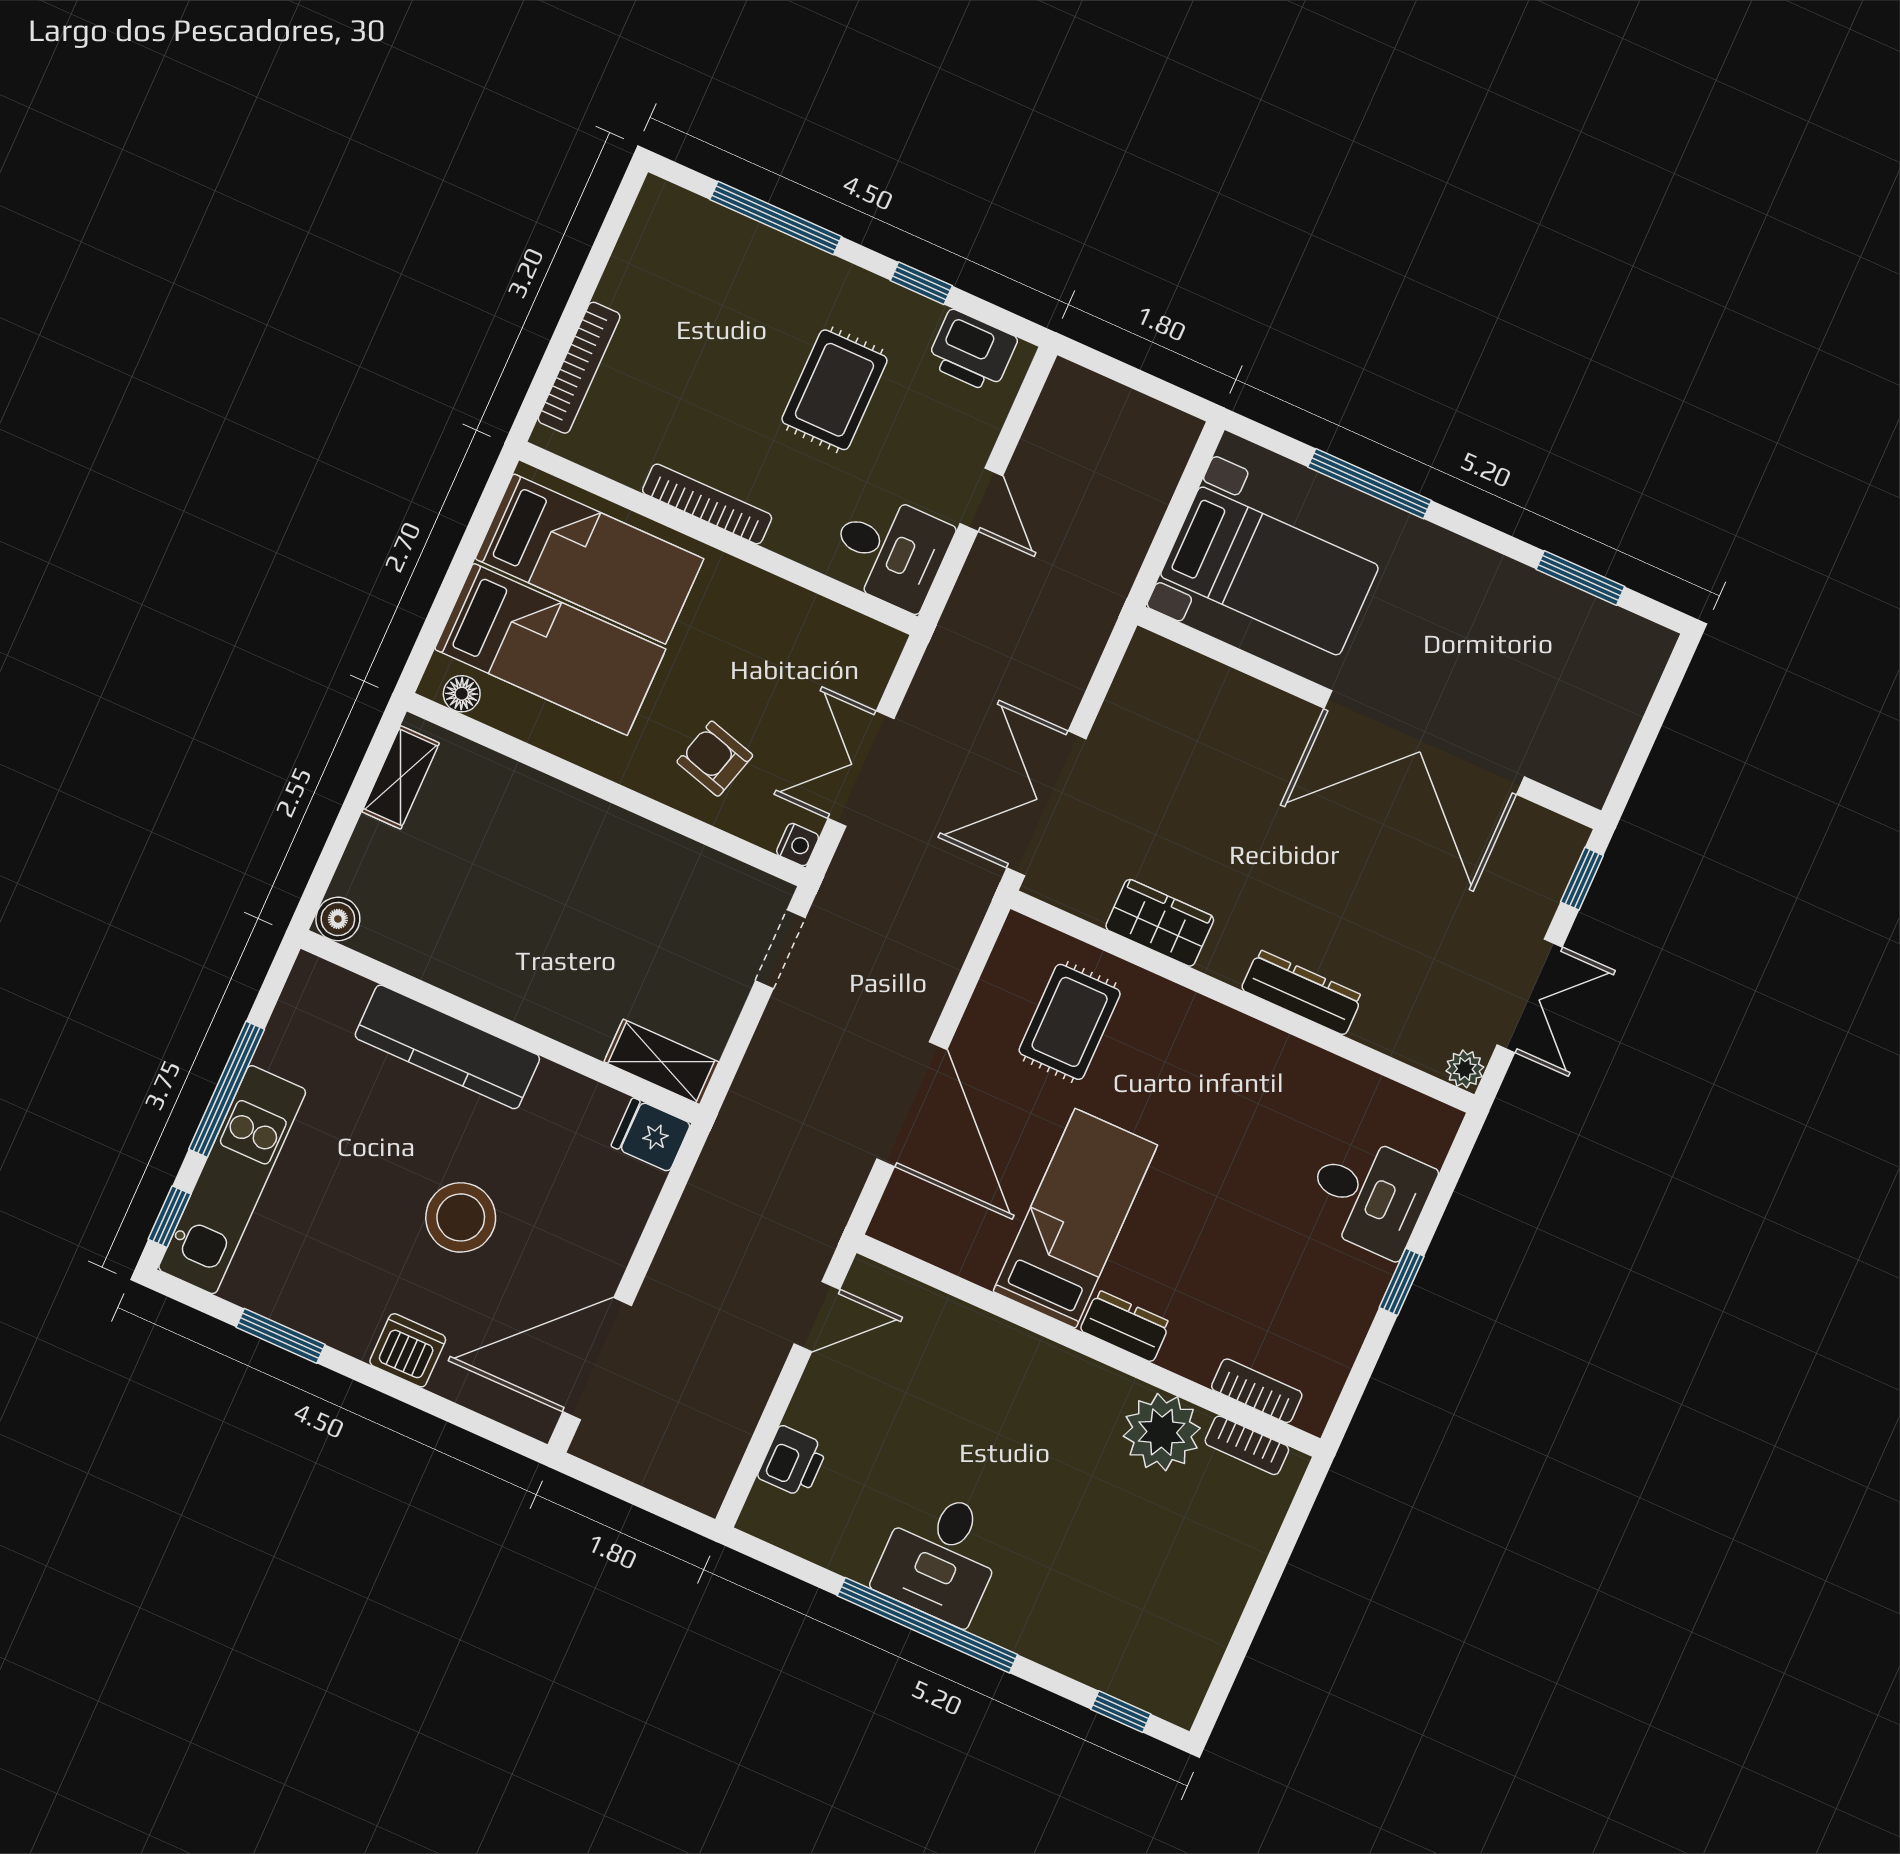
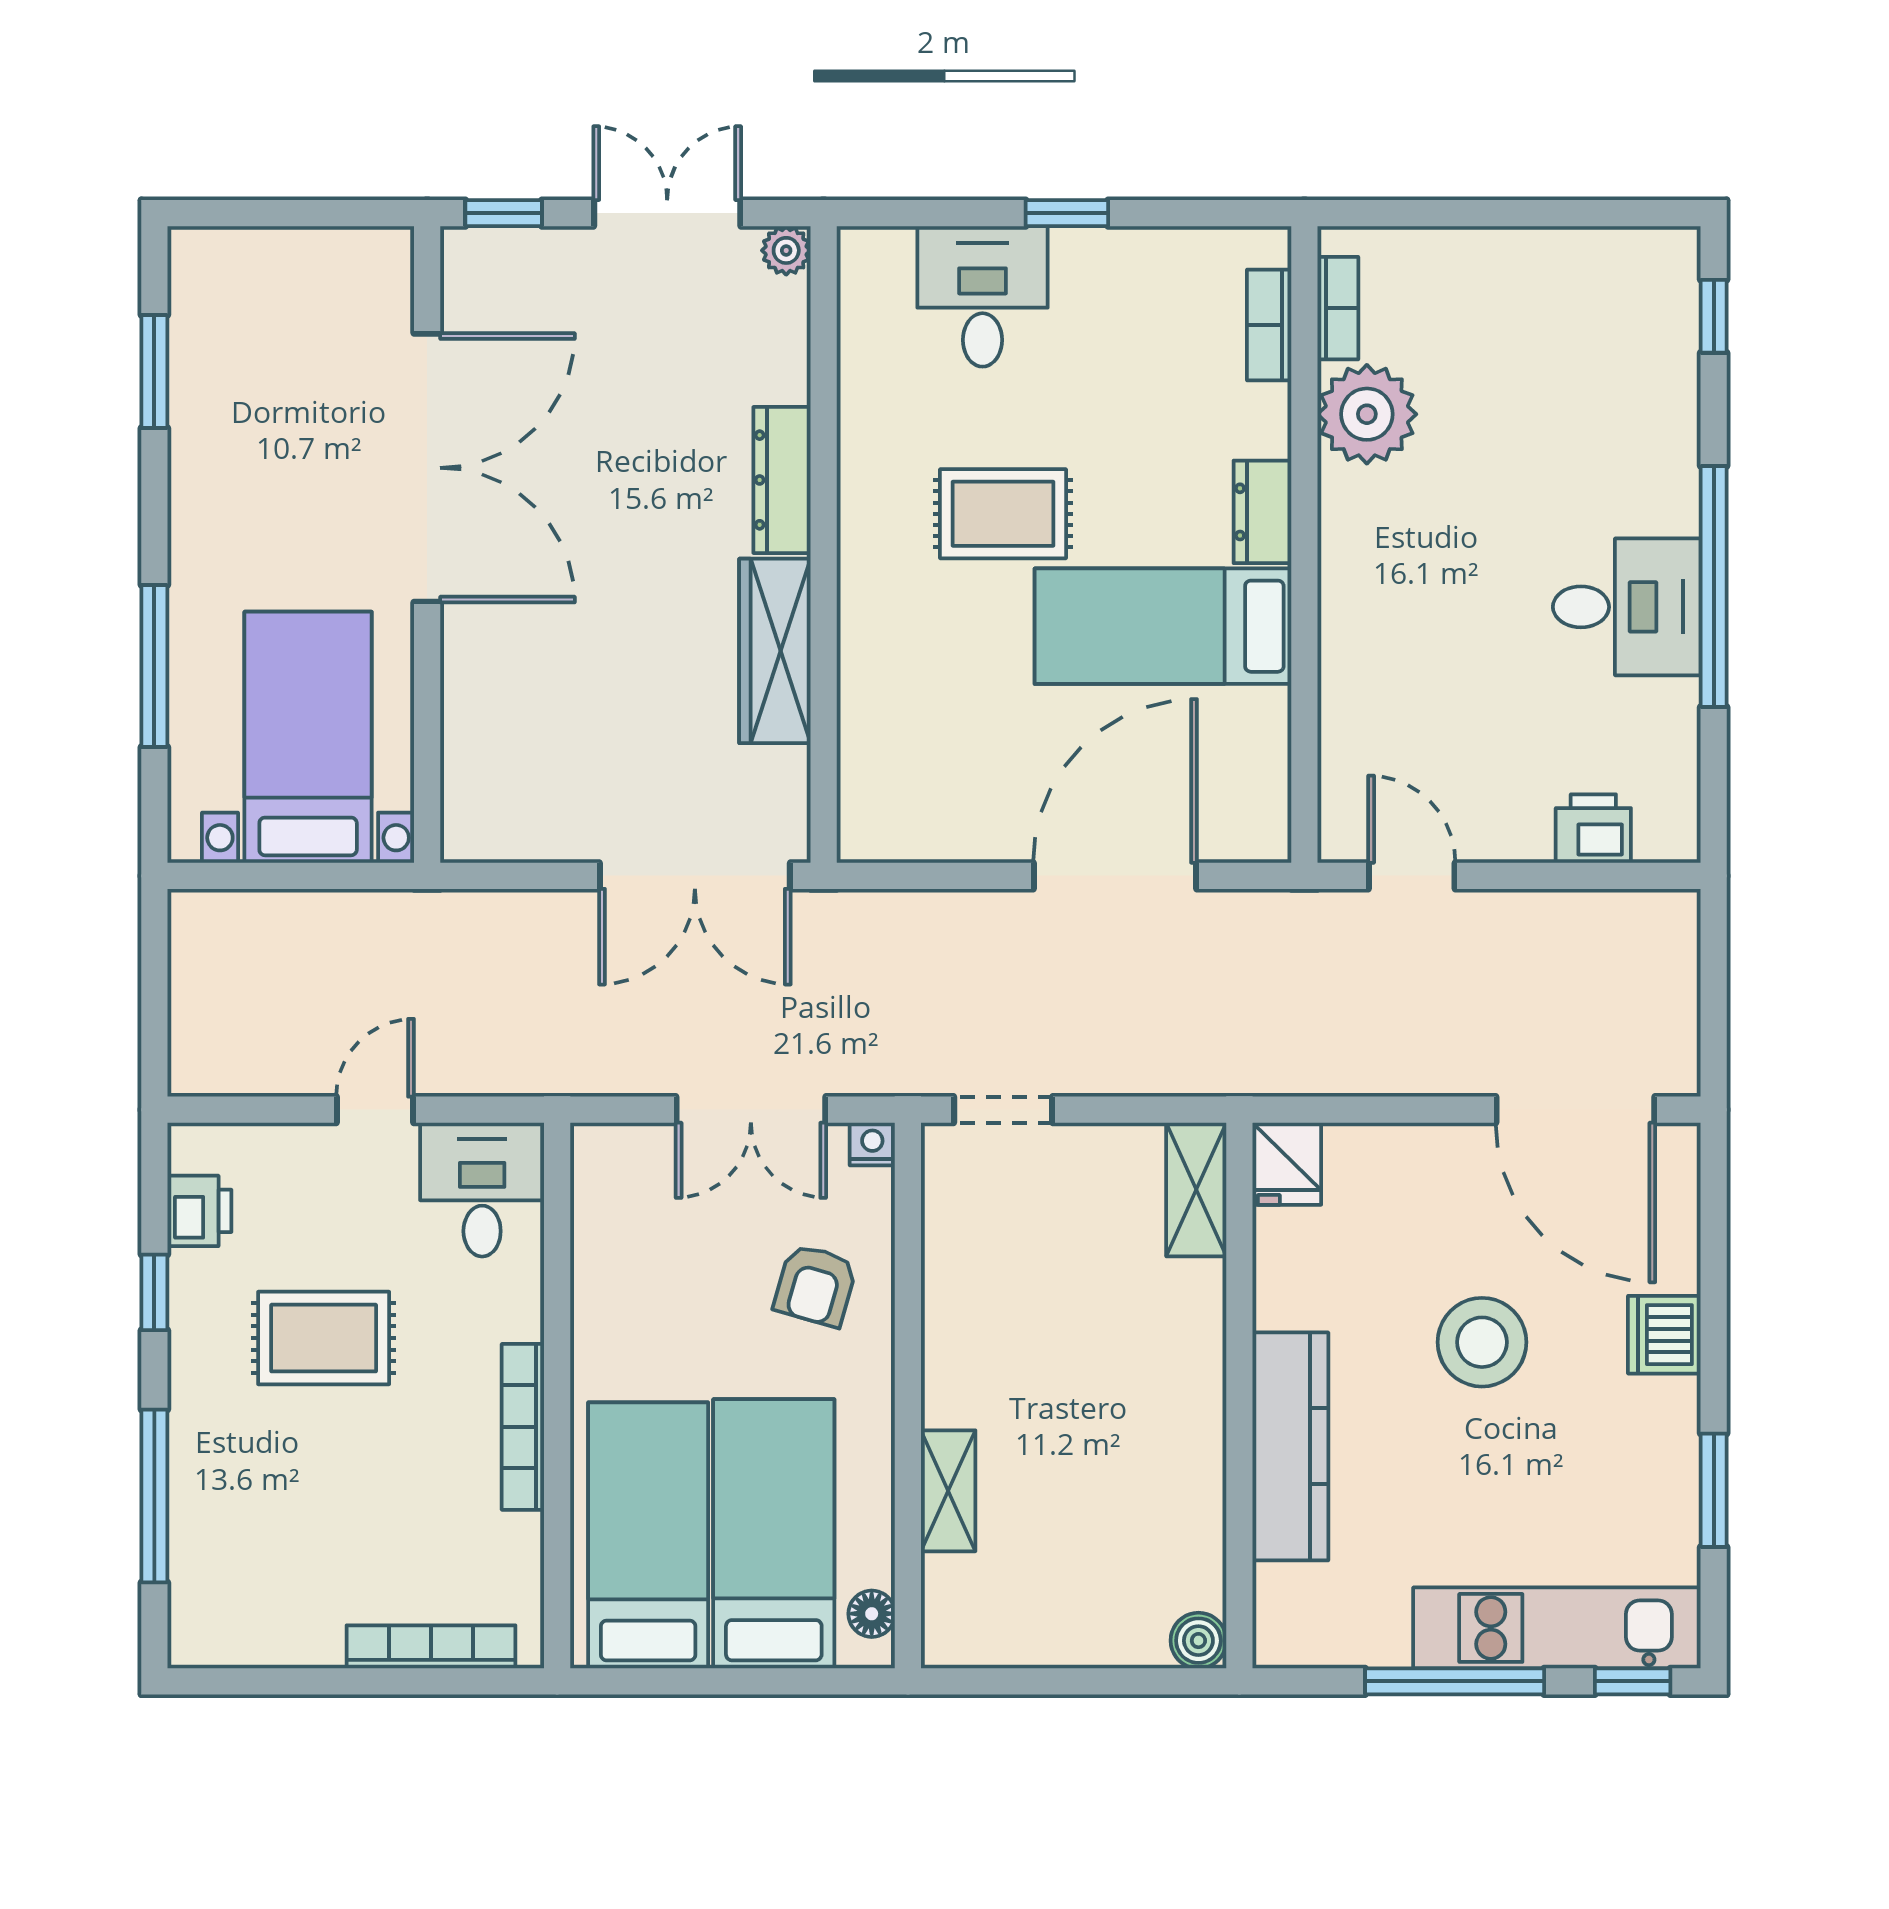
printer: (972, 351) -> (199, 1211), width x0.73, depth x0.81
shelving: (401, 777) -> (948, 1491), moved, turned 90
wardrobe: (1160, 923) -> (775, 651), width x1.50
rug: (1070, 1022) -> (1003, 514), moved

